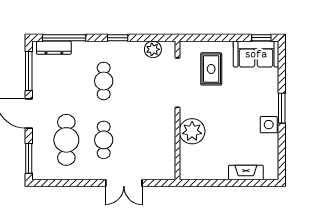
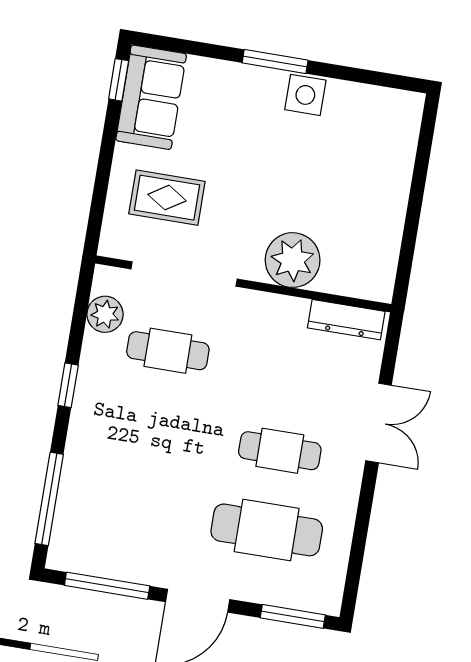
dresser: (54, 48) -> (346, 320), moved, turned 90
cafe table: (104, 81) -> (168, 351), moved
fireplace: (246, 172) -> (399, 160), removed

